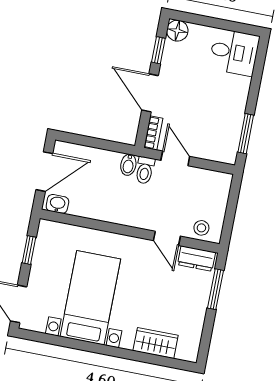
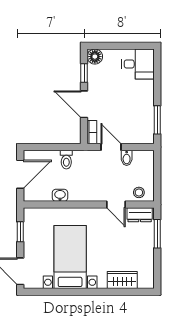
bidet: (128, 165) -> (127, 158), moved
toilet: (145, 170) -> (66, 160), moved
washbasin: (57, 204) -> (60, 195), moved

